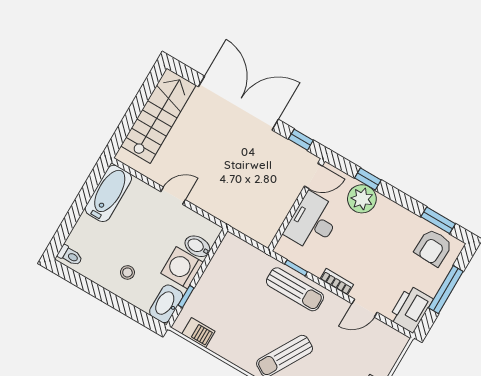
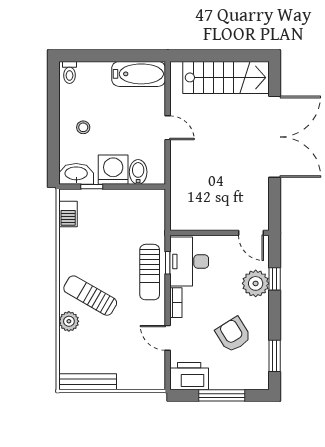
window: (301, 140) -> (275, 205), removed
desk: (313, 222) -> (189, 262), moved, turned -90
armchair: (433, 248) -> (233, 335), moved, turned 56

